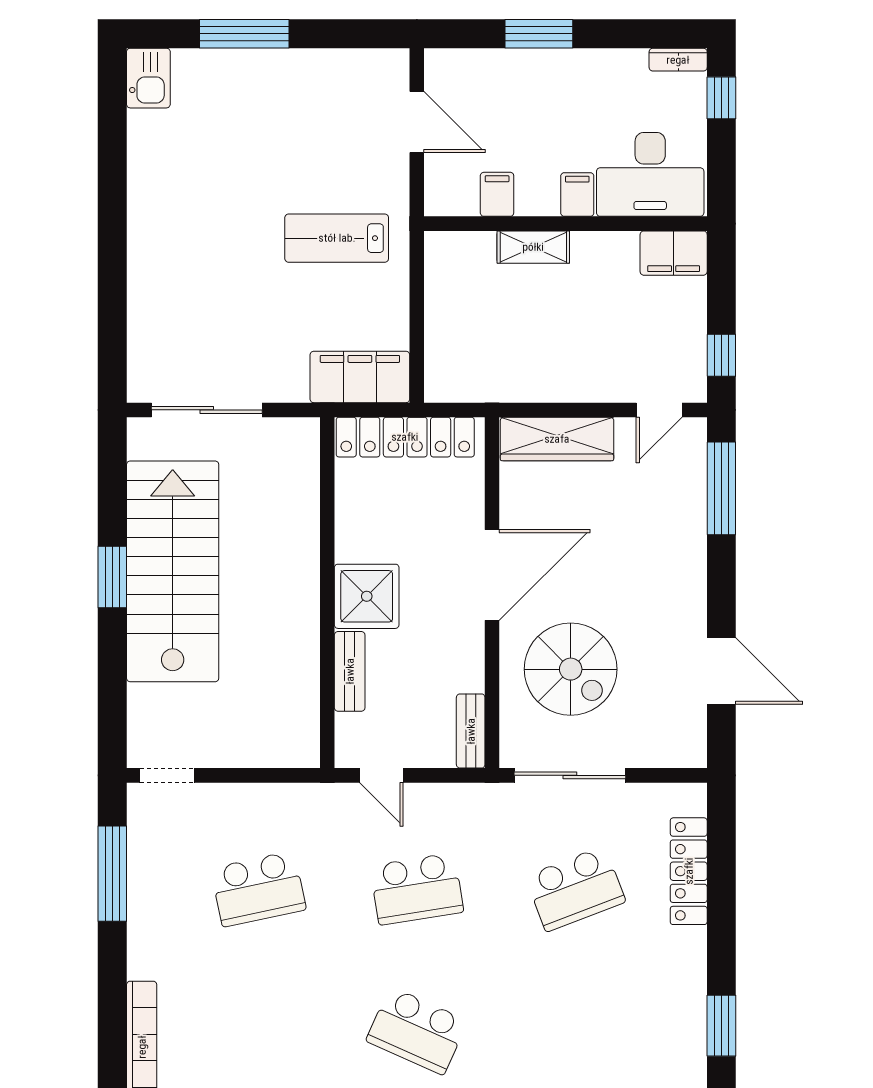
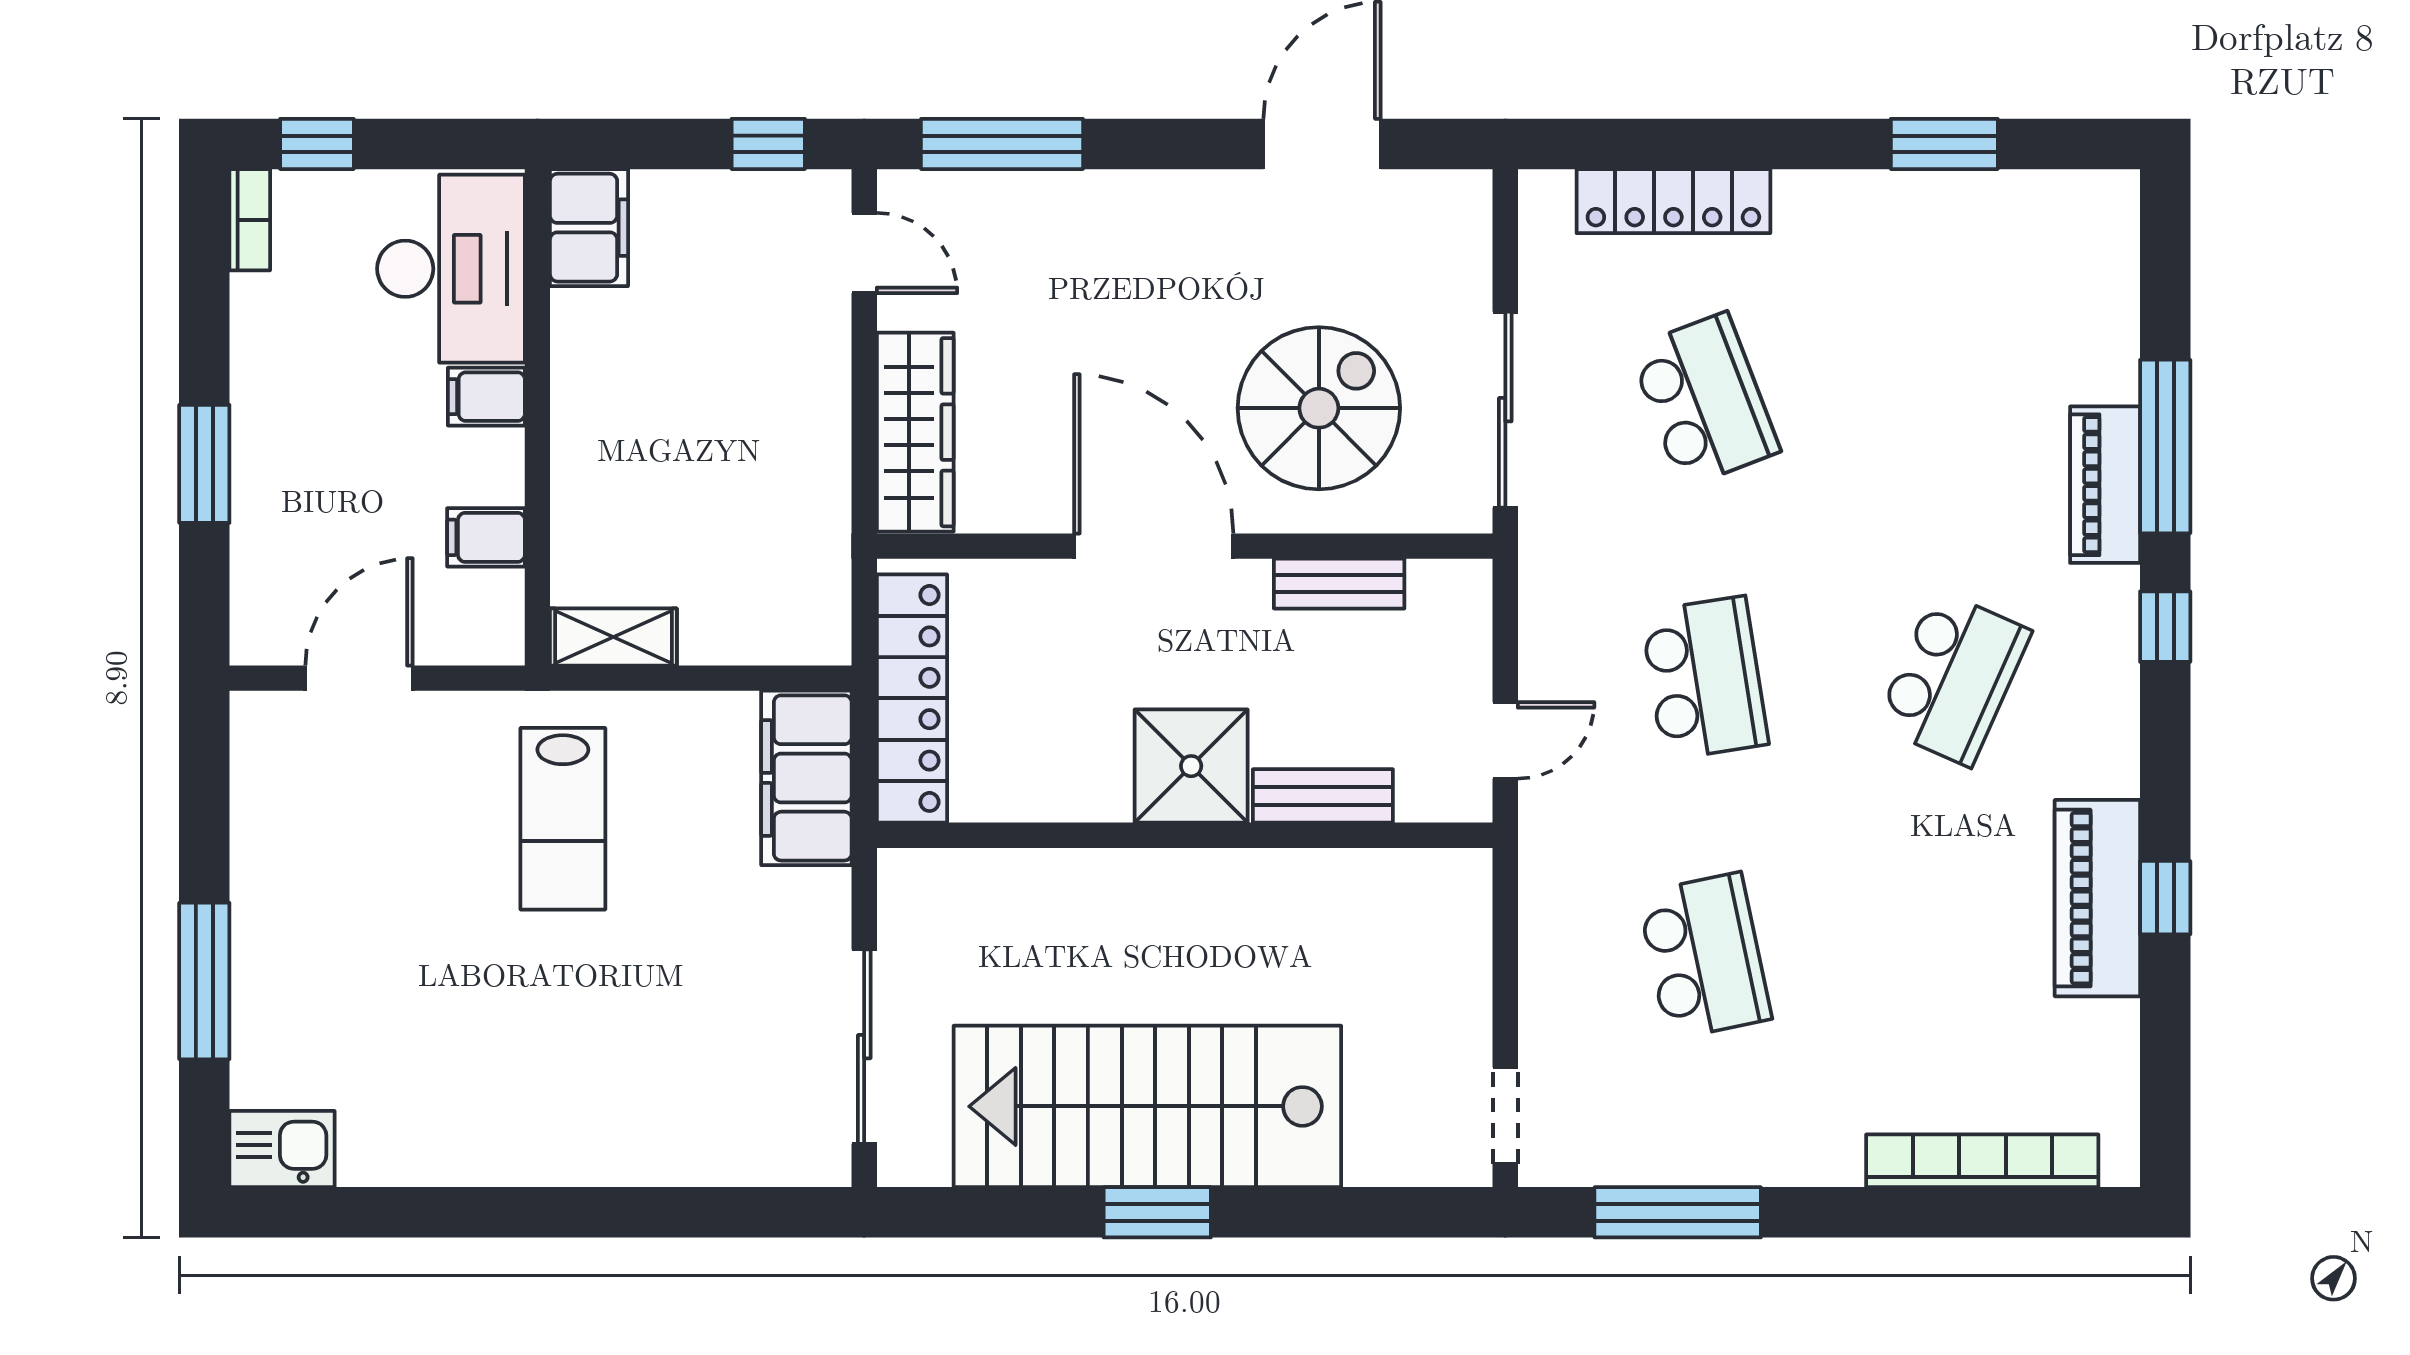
shelving: (533, 247) -> (613, 637), moved, turned 90
bench: (471, 731) -> (1339, 584), moved

